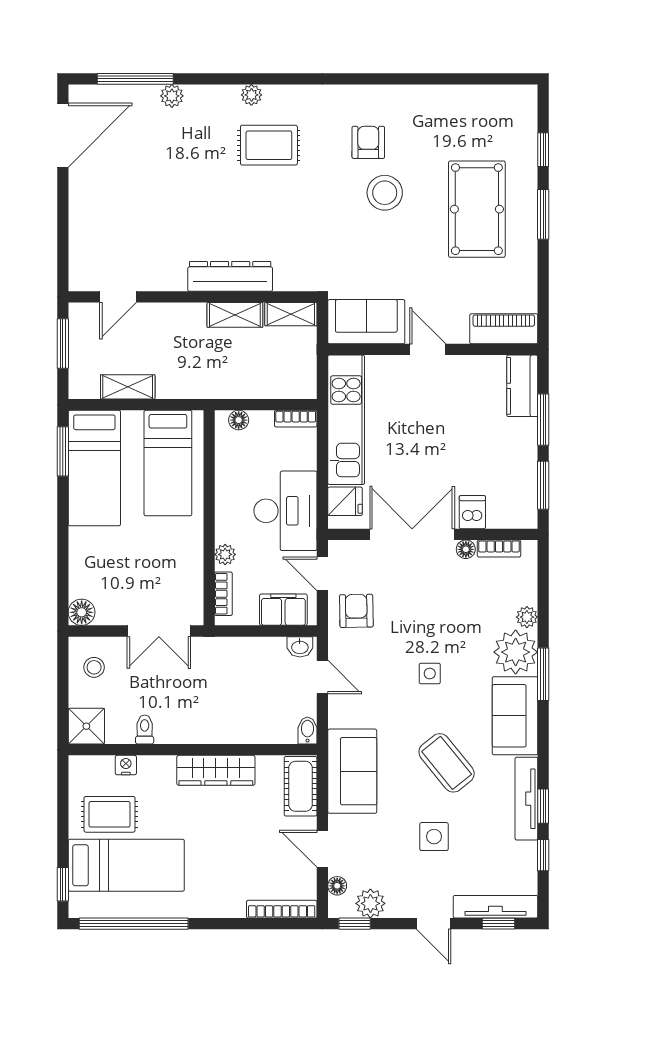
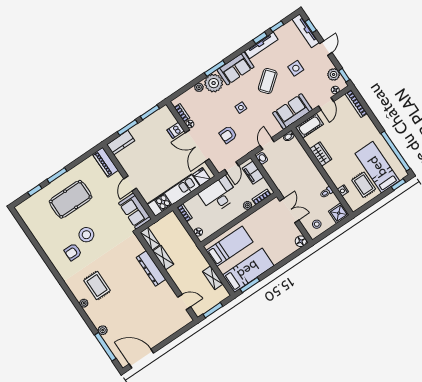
armchair: (356, 611) -> (228, 135), moved
wardrobe: (216, 770) -> (321, 154), width x0.67

